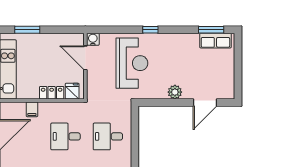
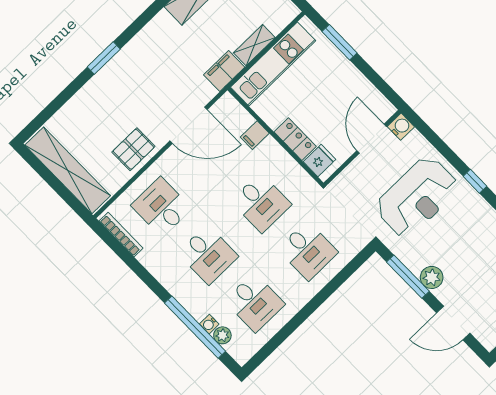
window: (164, 102) -> (408, 277), added
desk: (66, 136) -> (261, 203), turned 180
desk: (108, 136) -> (308, 251), turned 180

